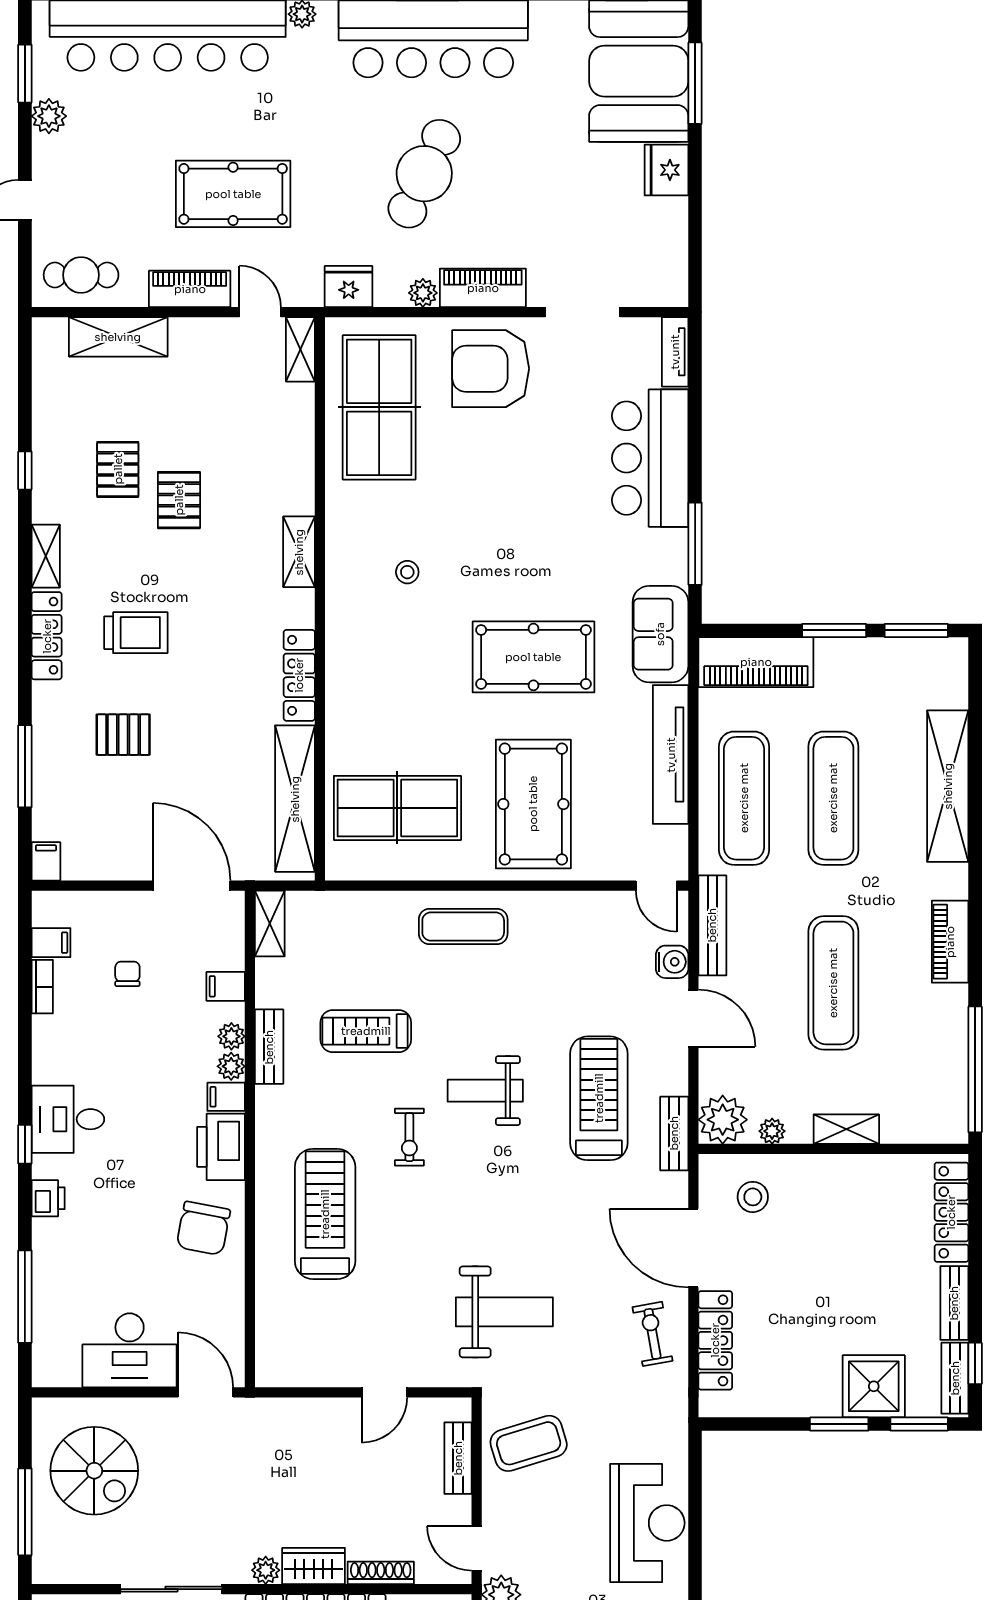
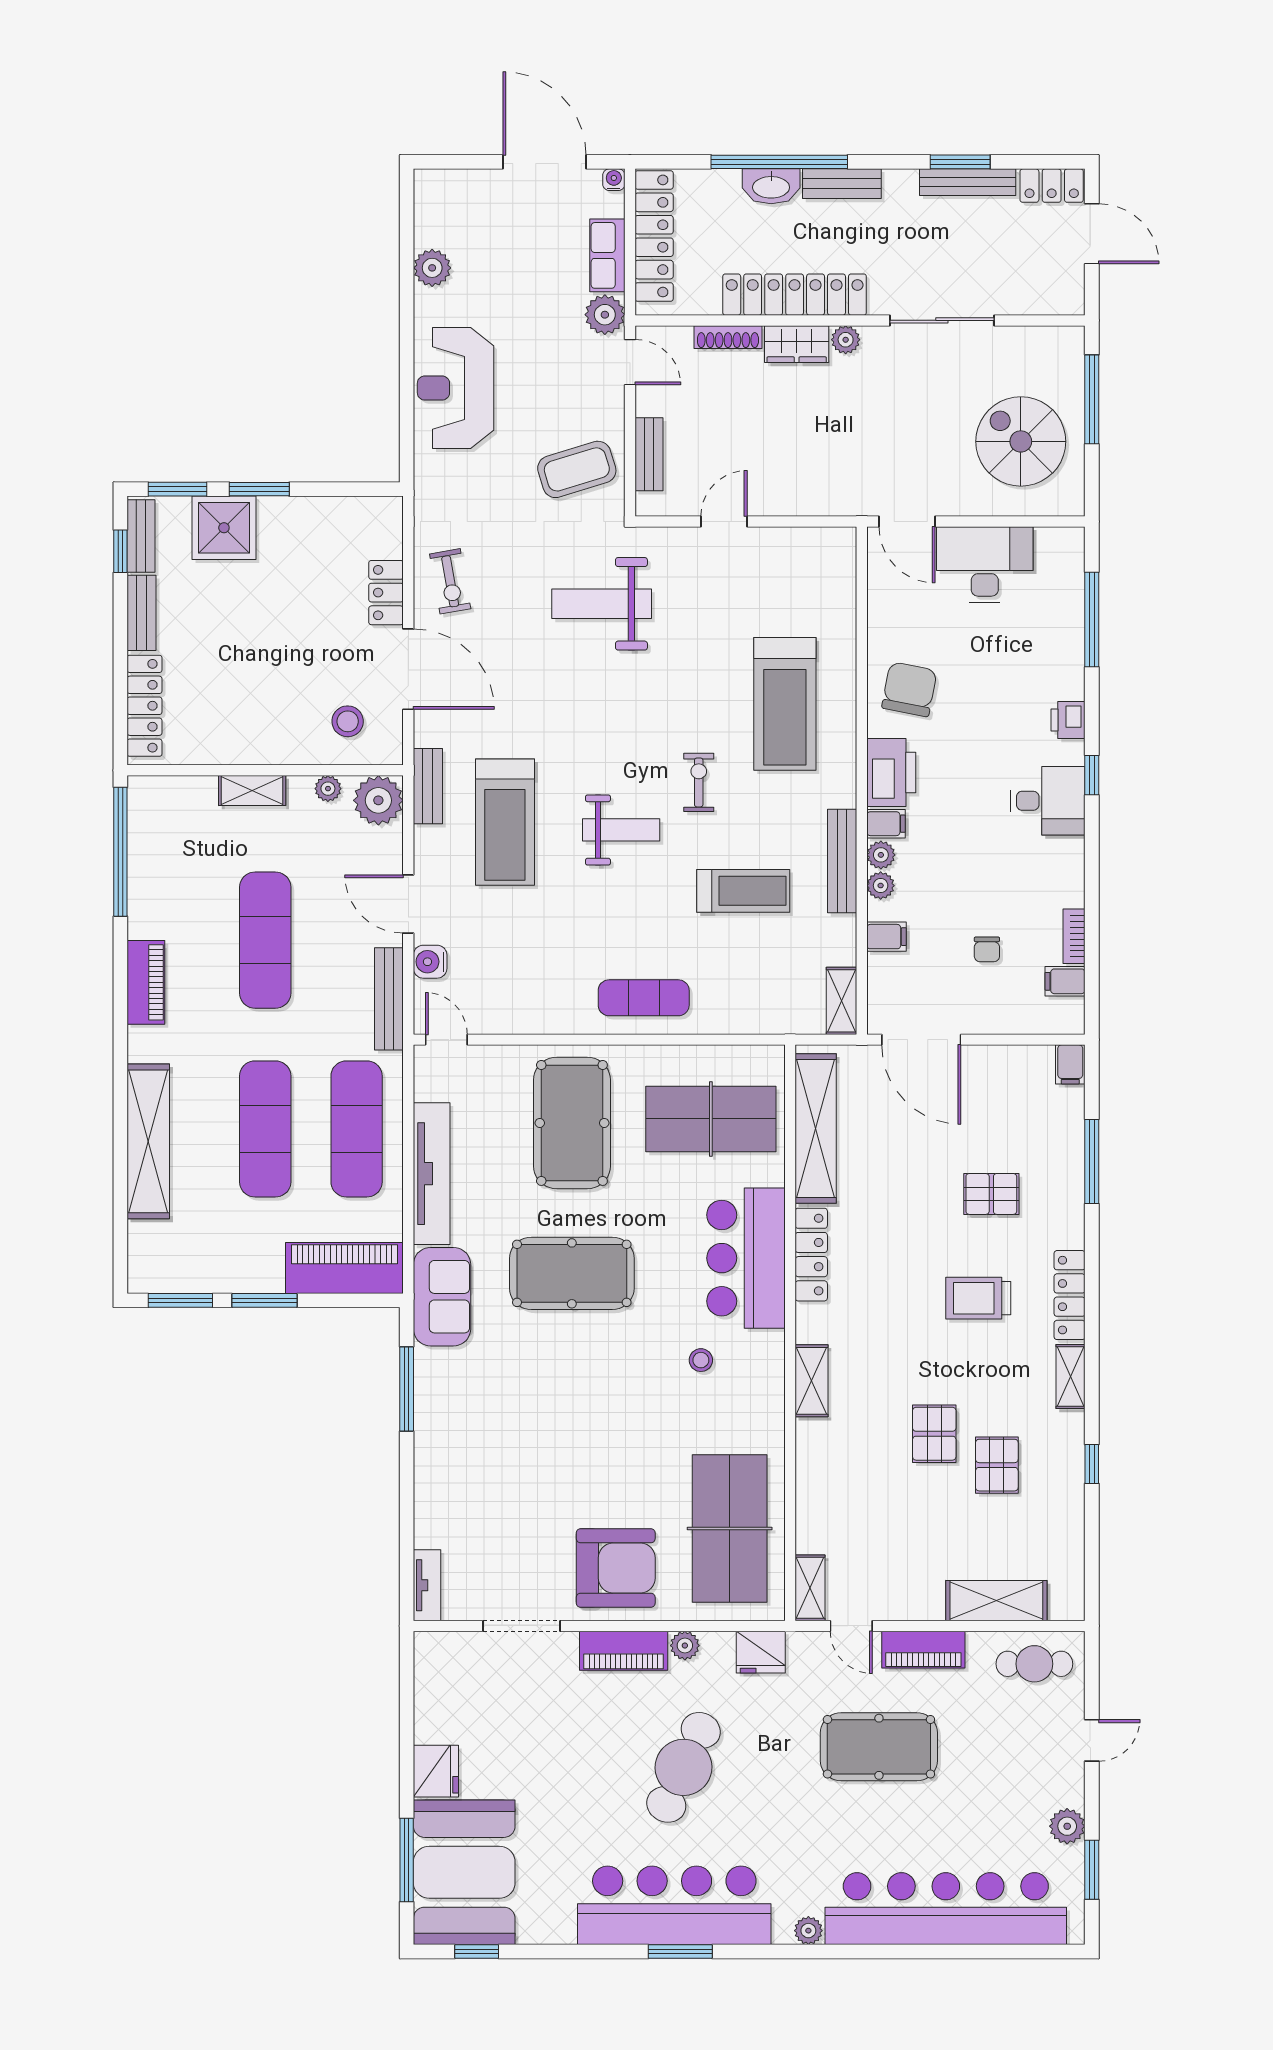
bar counter: (650, 458) -> (746, 1258), moved, turned 180
bench: (269, 1047) -> (842, 861), width x1.36
locker: (715, 1340) -> (386, 593), width x0.66

